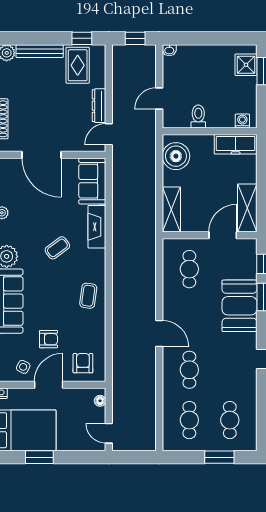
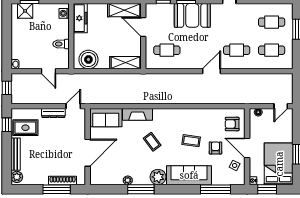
door: (109, 134) -> (73, 106), swing flipped
coffee table: (88, 296) -> (191, 141), moved

